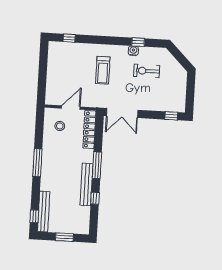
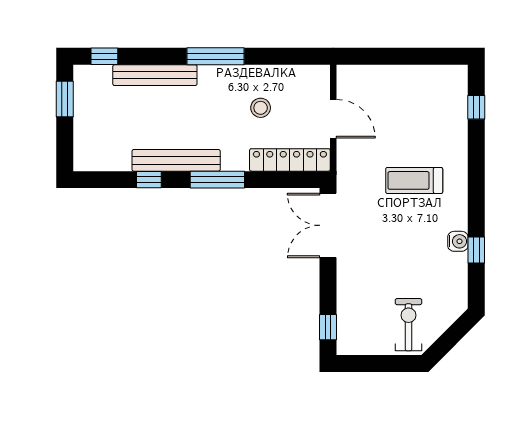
exercise bike: (147, 71) -> (408, 325), moved
stool: (60, 126) -> (261, 108), moved
bench: (44, 212) -> (155, 75), moved
window: (64, 237) -> (65, 99), moved

